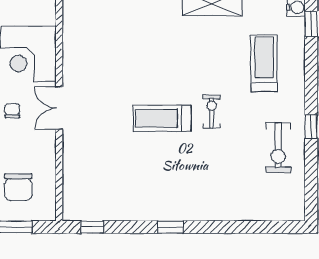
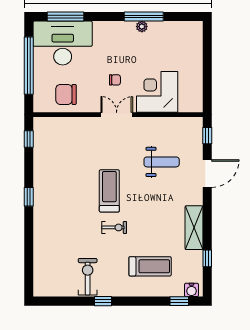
weight bench: (123, 48) -> (162, 162), added
exercise bike: (278, 148) -> (88, 277), turned 90
chair: (18, 187) -> (66, 94), moved

